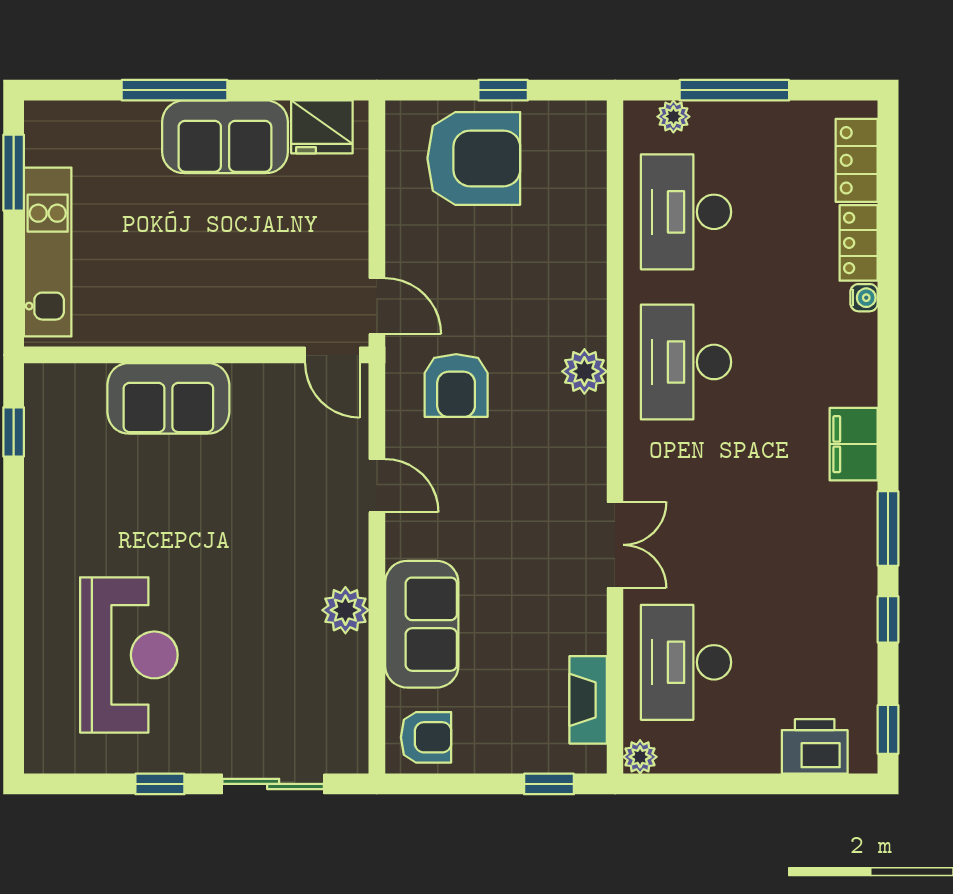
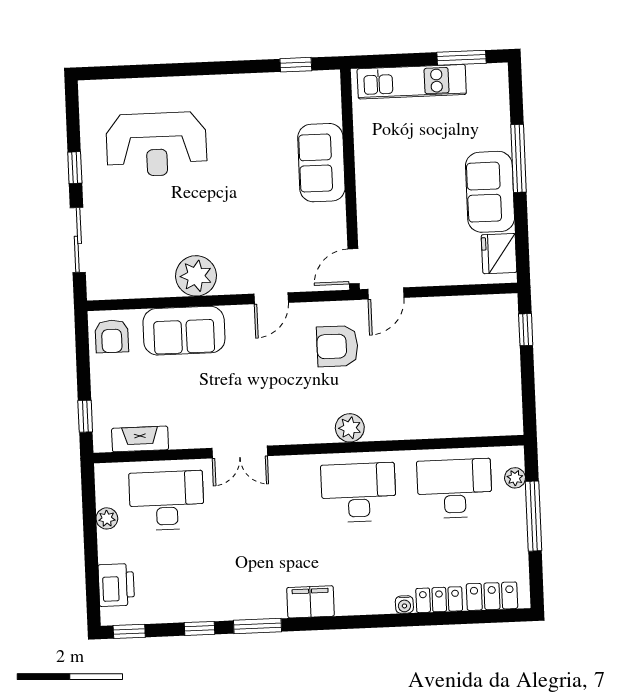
window: (503, 90) -> (526, 330), moved
armchair: (474, 158) -> (483, 351), removed
plant: (345, 610) -> (196, 276), width x1.36, depth x1.36
plant: (640, 757) -> (107, 518), moved

